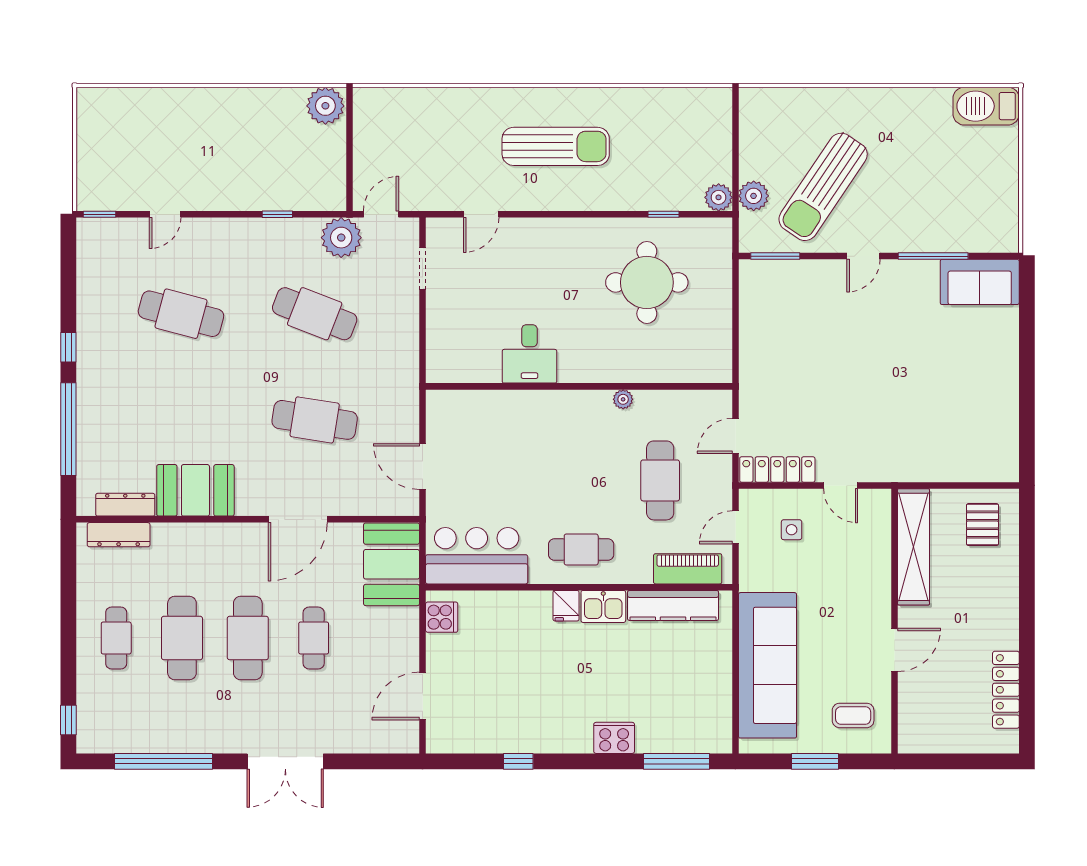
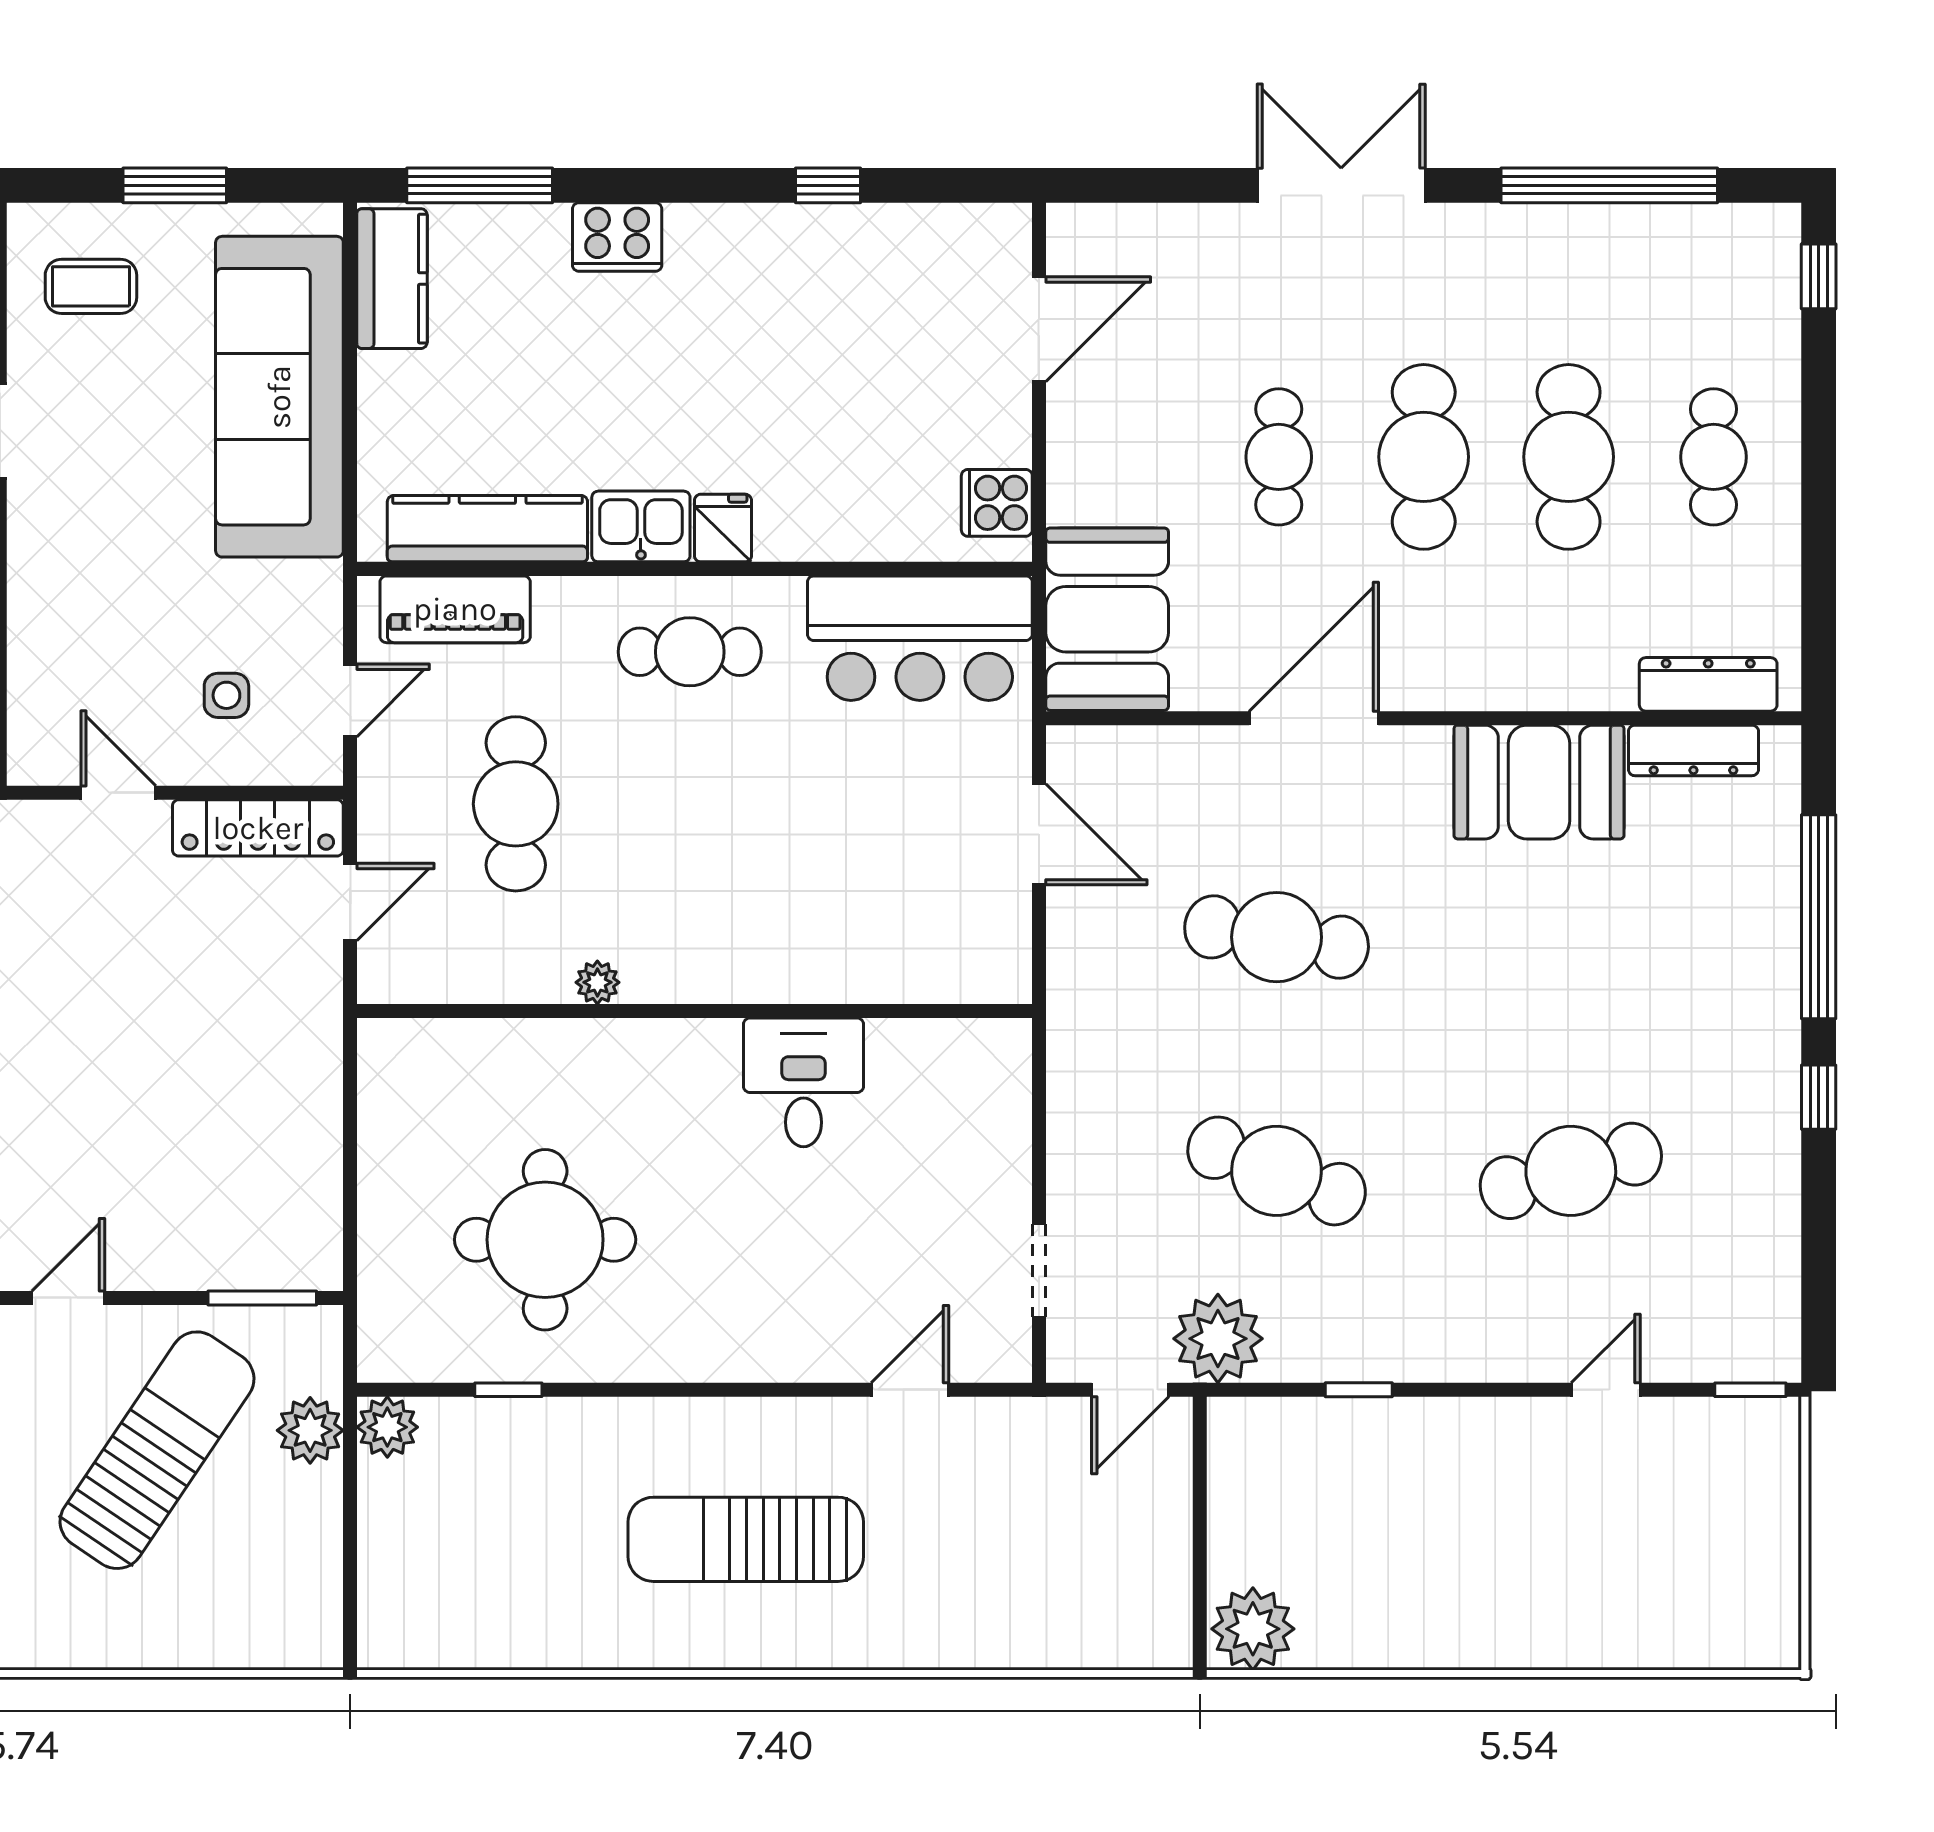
cafe table: (181, 314) -> (1571, 1171), turned -30
kitchen counter: (716, 719) -> (392, 279), added

